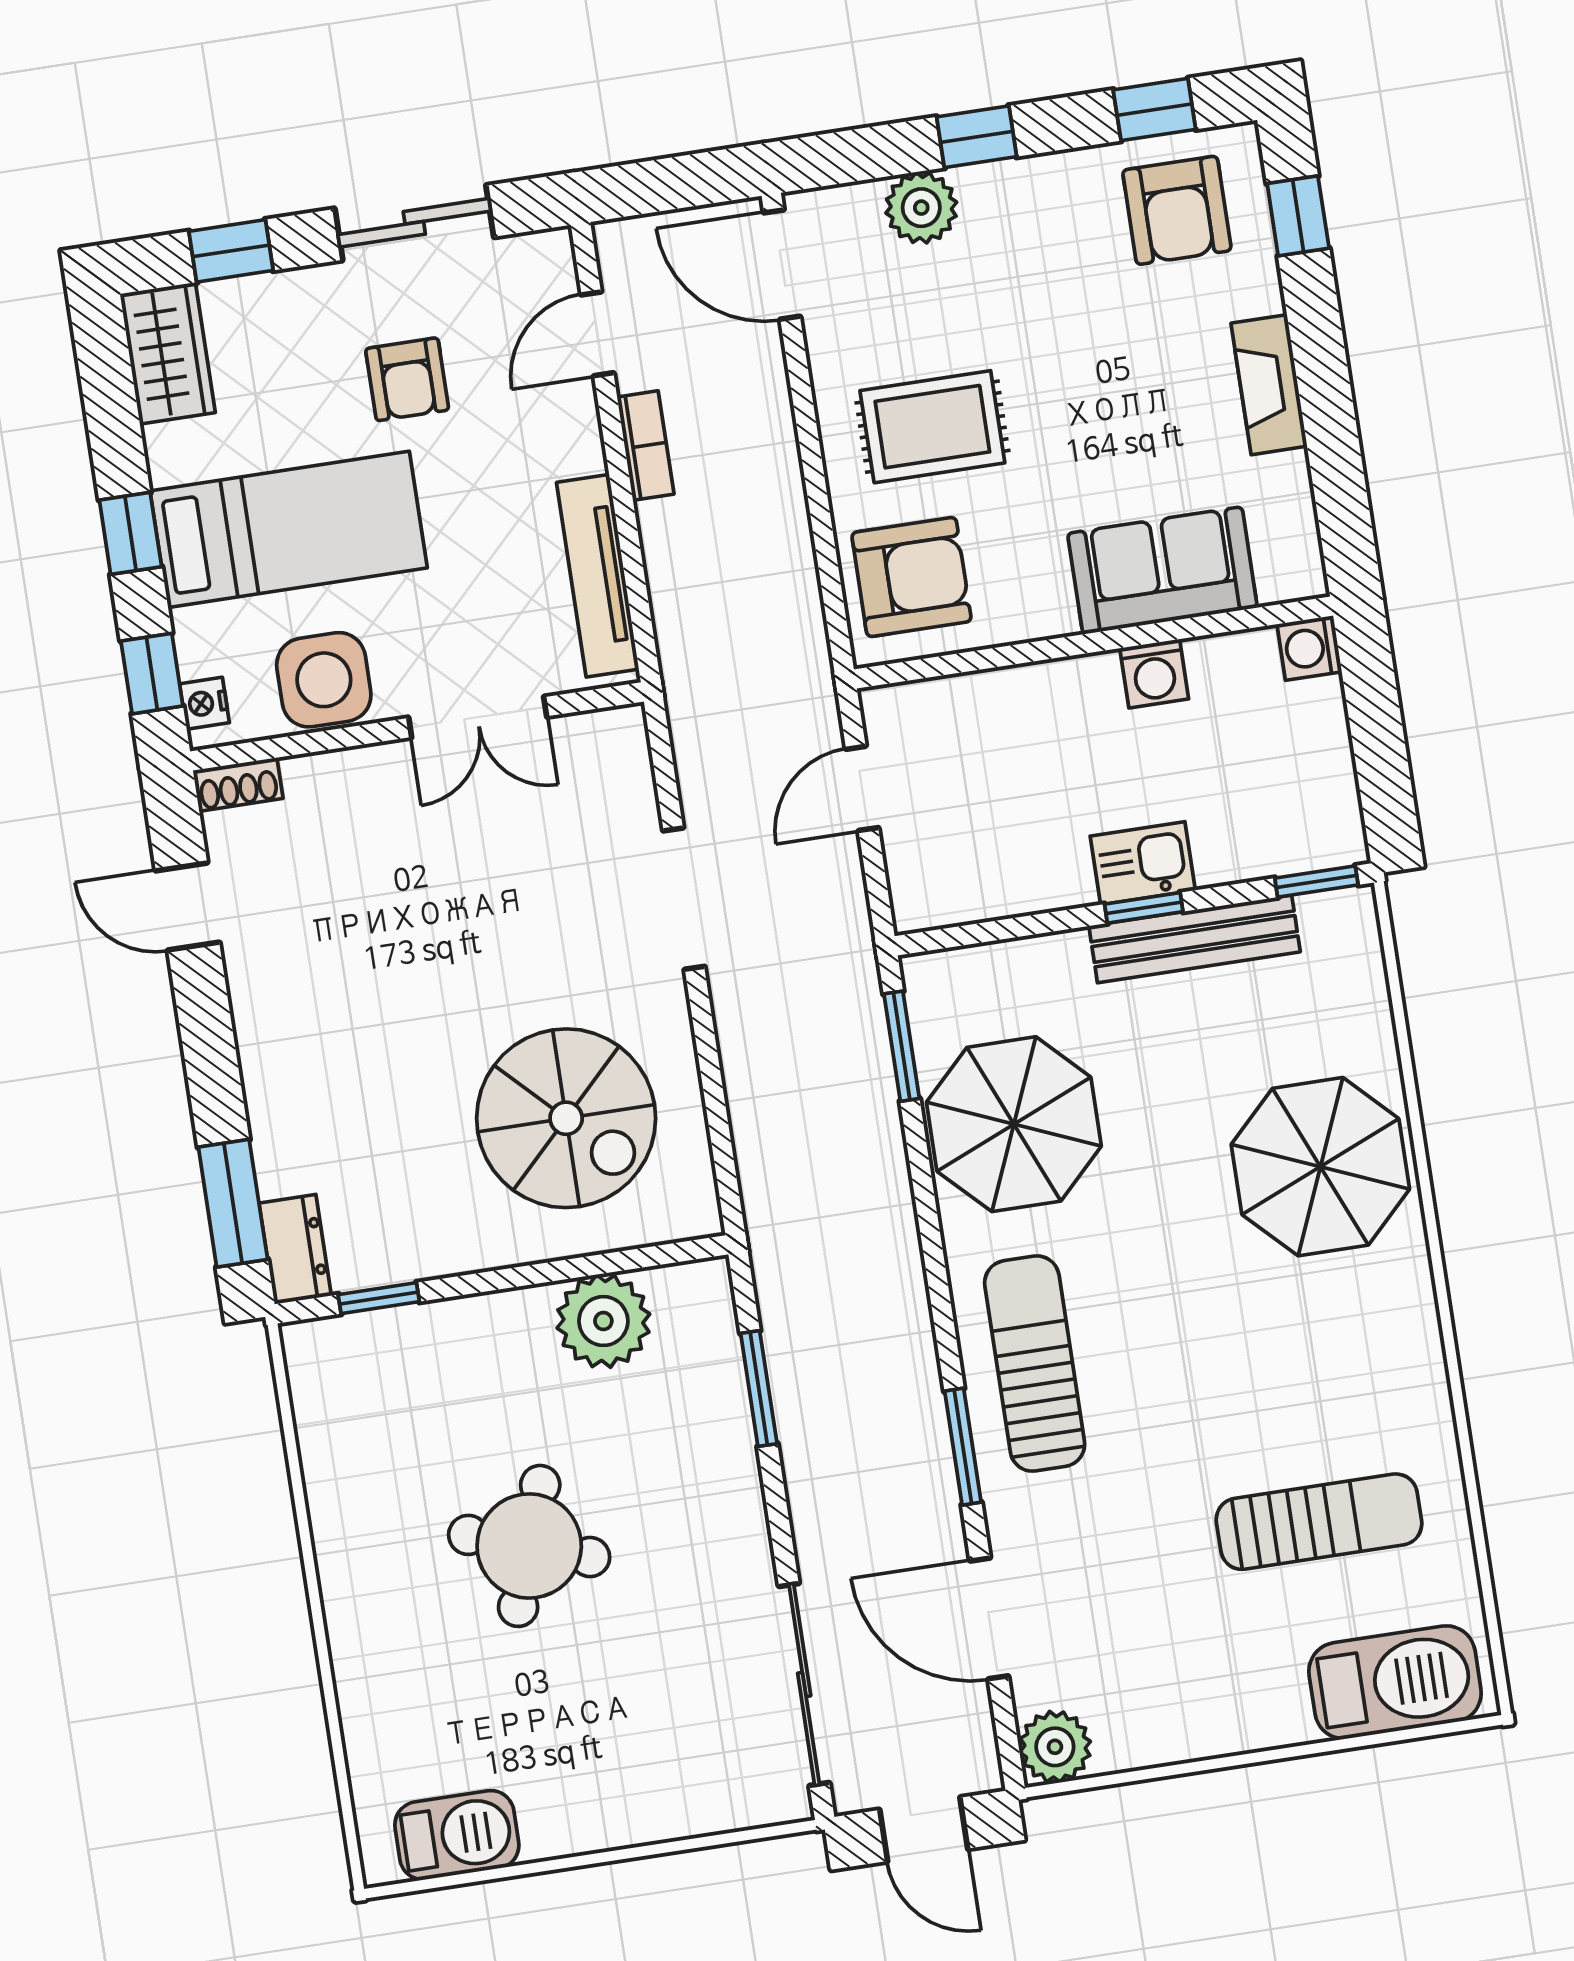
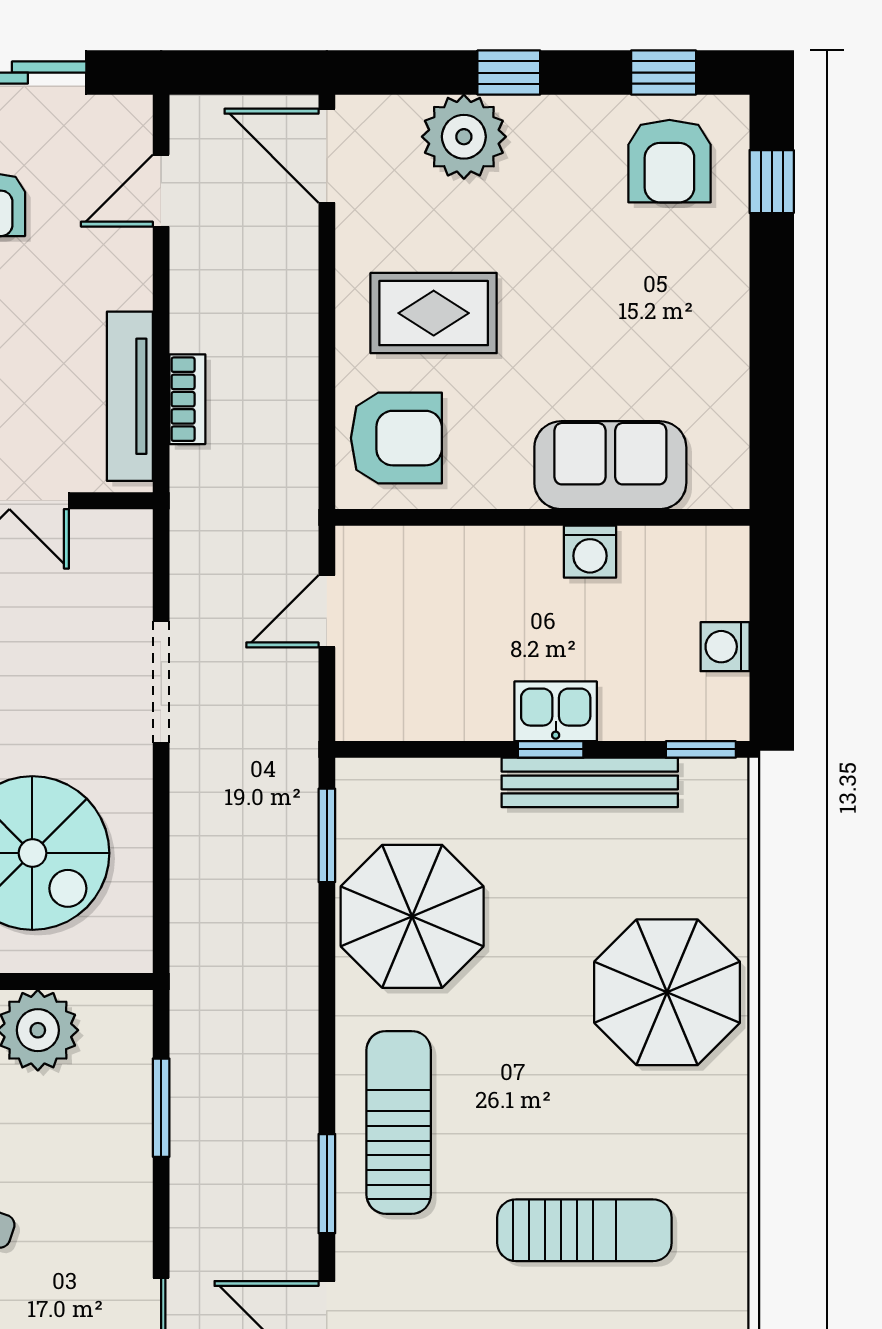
plant: (921, 208) -> (464, 137), width x1.36, depth x1.36
fireplace: (1269, 385) -> (725, 321), removed
bookcase: (645, 446) -> (187, 399), moved
washing machine: (1309, 648) -> (725, 647), moved
sun lounger: (1319, 1522) -> (584, 1230), moved

